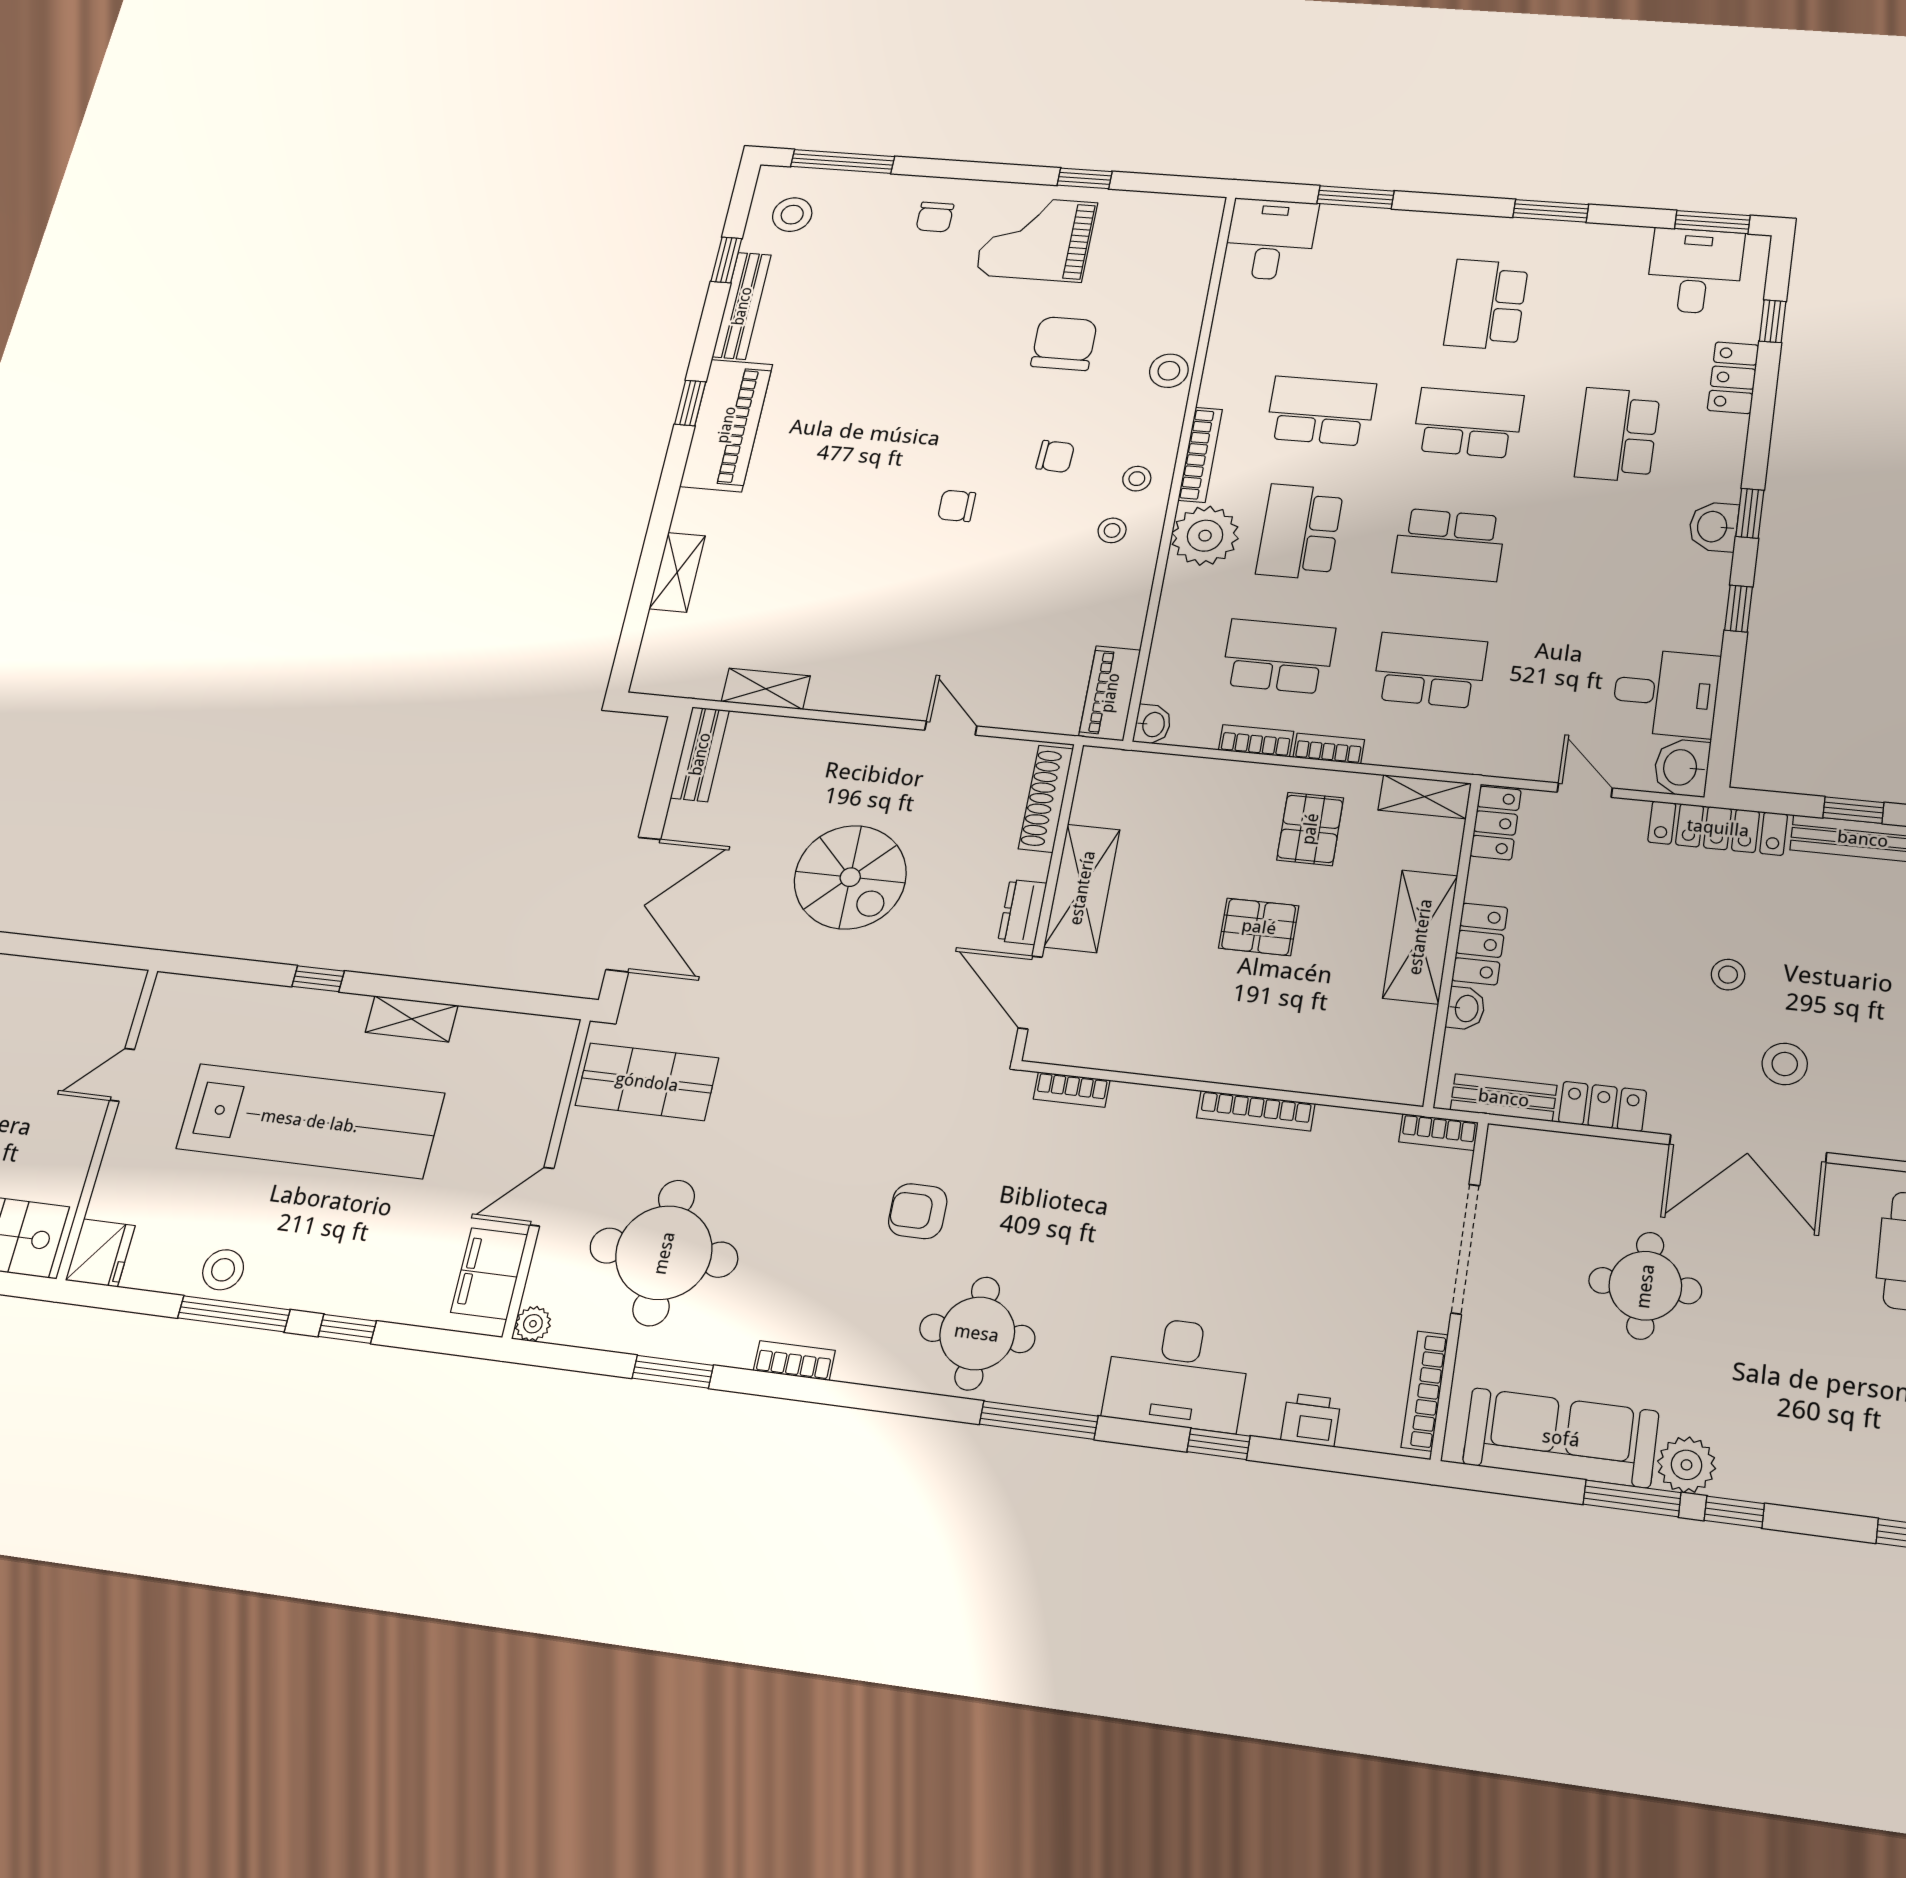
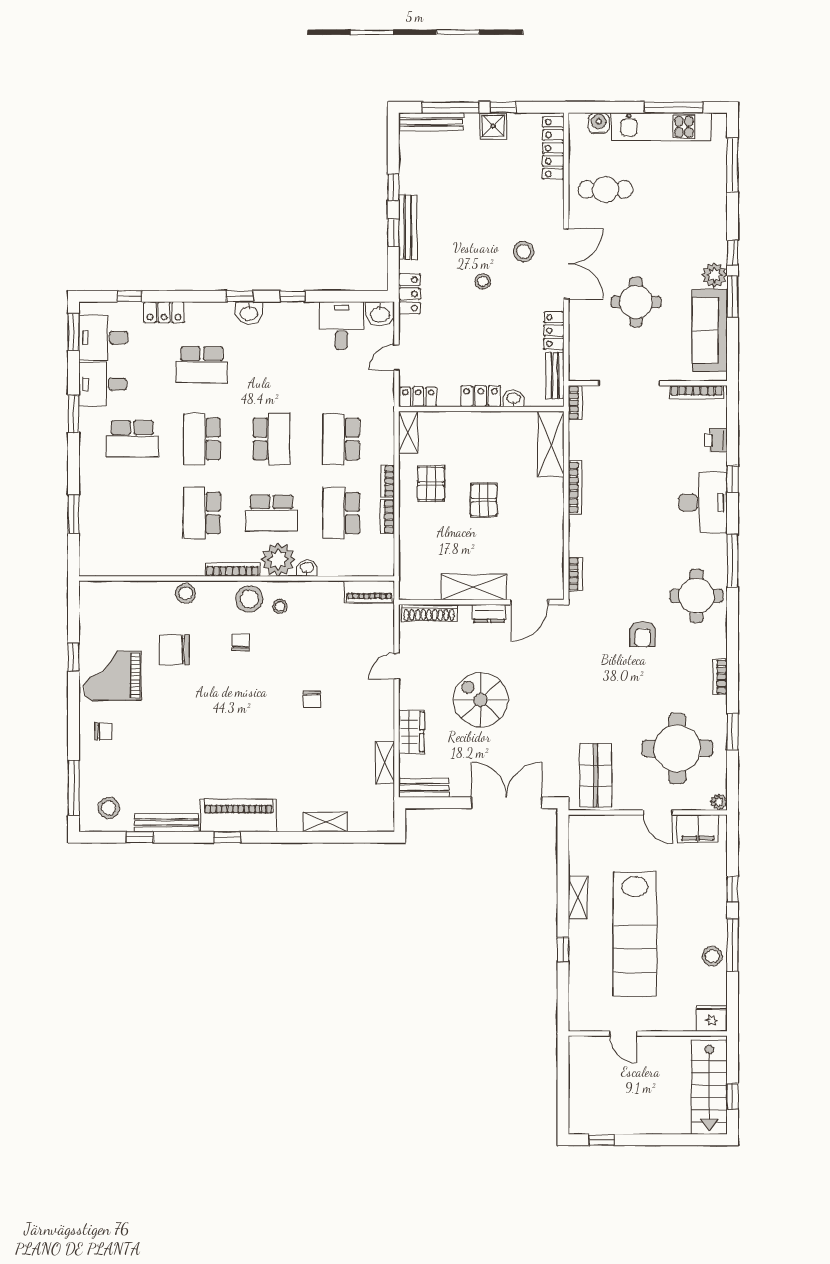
grand piano: (1036, 239) -> (113, 676), turned 90
desk: (1270, 239) -> (103, 384), moved
stool: (1137, 479) -> (249, 599), width x1.89, depth x1.89
chair: (957, 506) -> (312, 699), moved
washbasin: (1153, 724) -> (307, 568), moved
wardrobe: (815, 742) -> (411, 732), added
locker: (1718, 828) -> (409, 294), width x0.66
pallet: (1310, 829) -> (431, 484), turned 90
spiral stairs: (850, 877) -> (481, 700), turned -90
shelving: (1420, 937) -> (551, 444), moved, turned 90
lab bench: (310, 1121) -> (635, 934), turned 180

